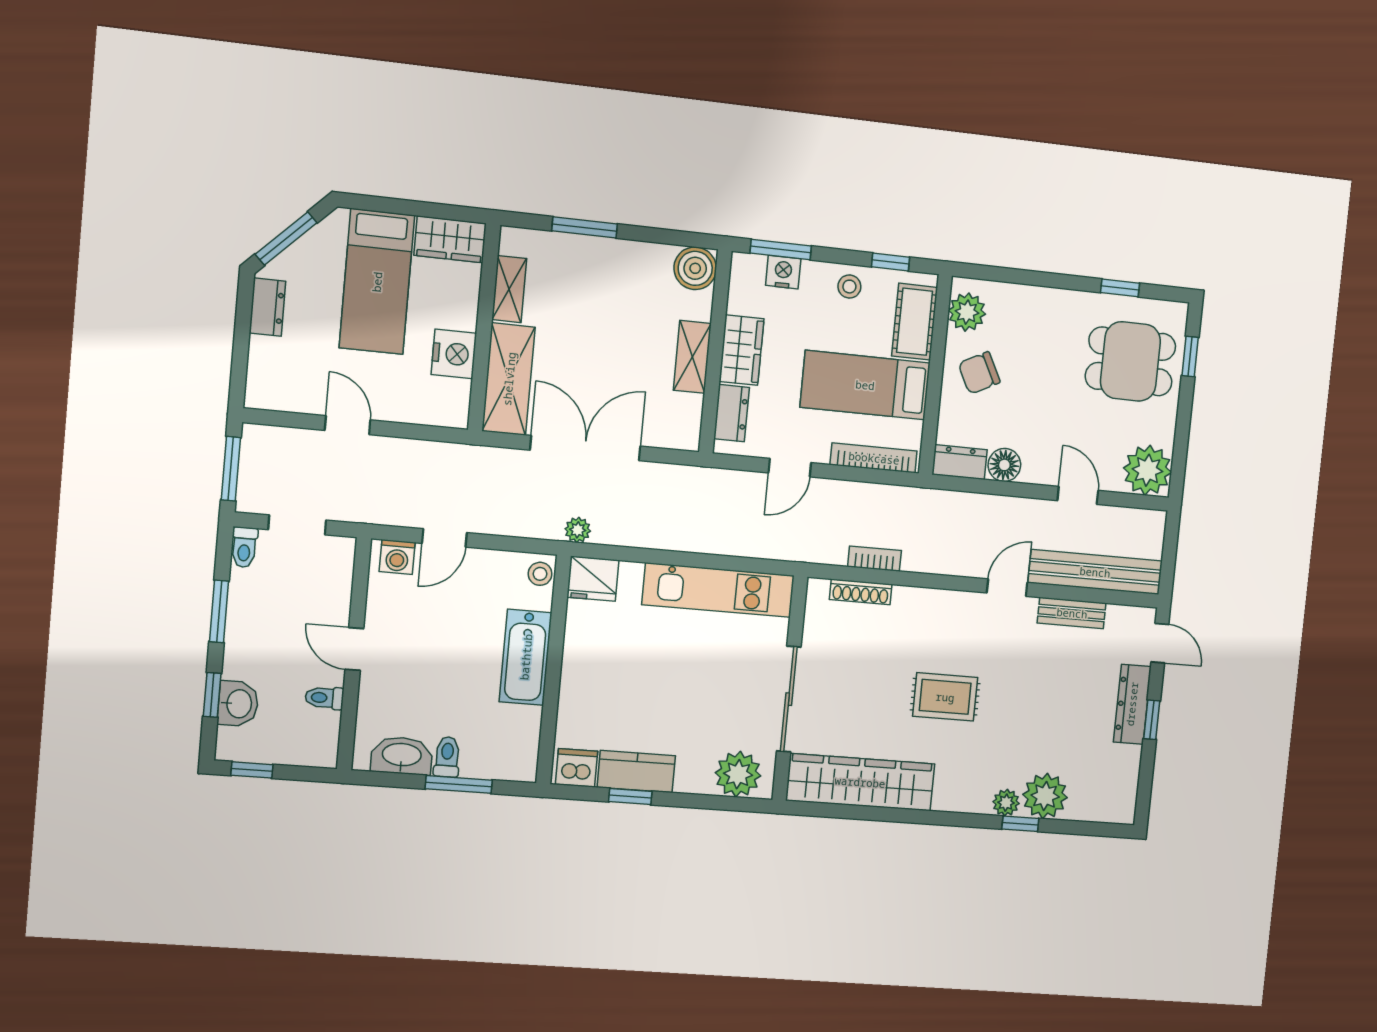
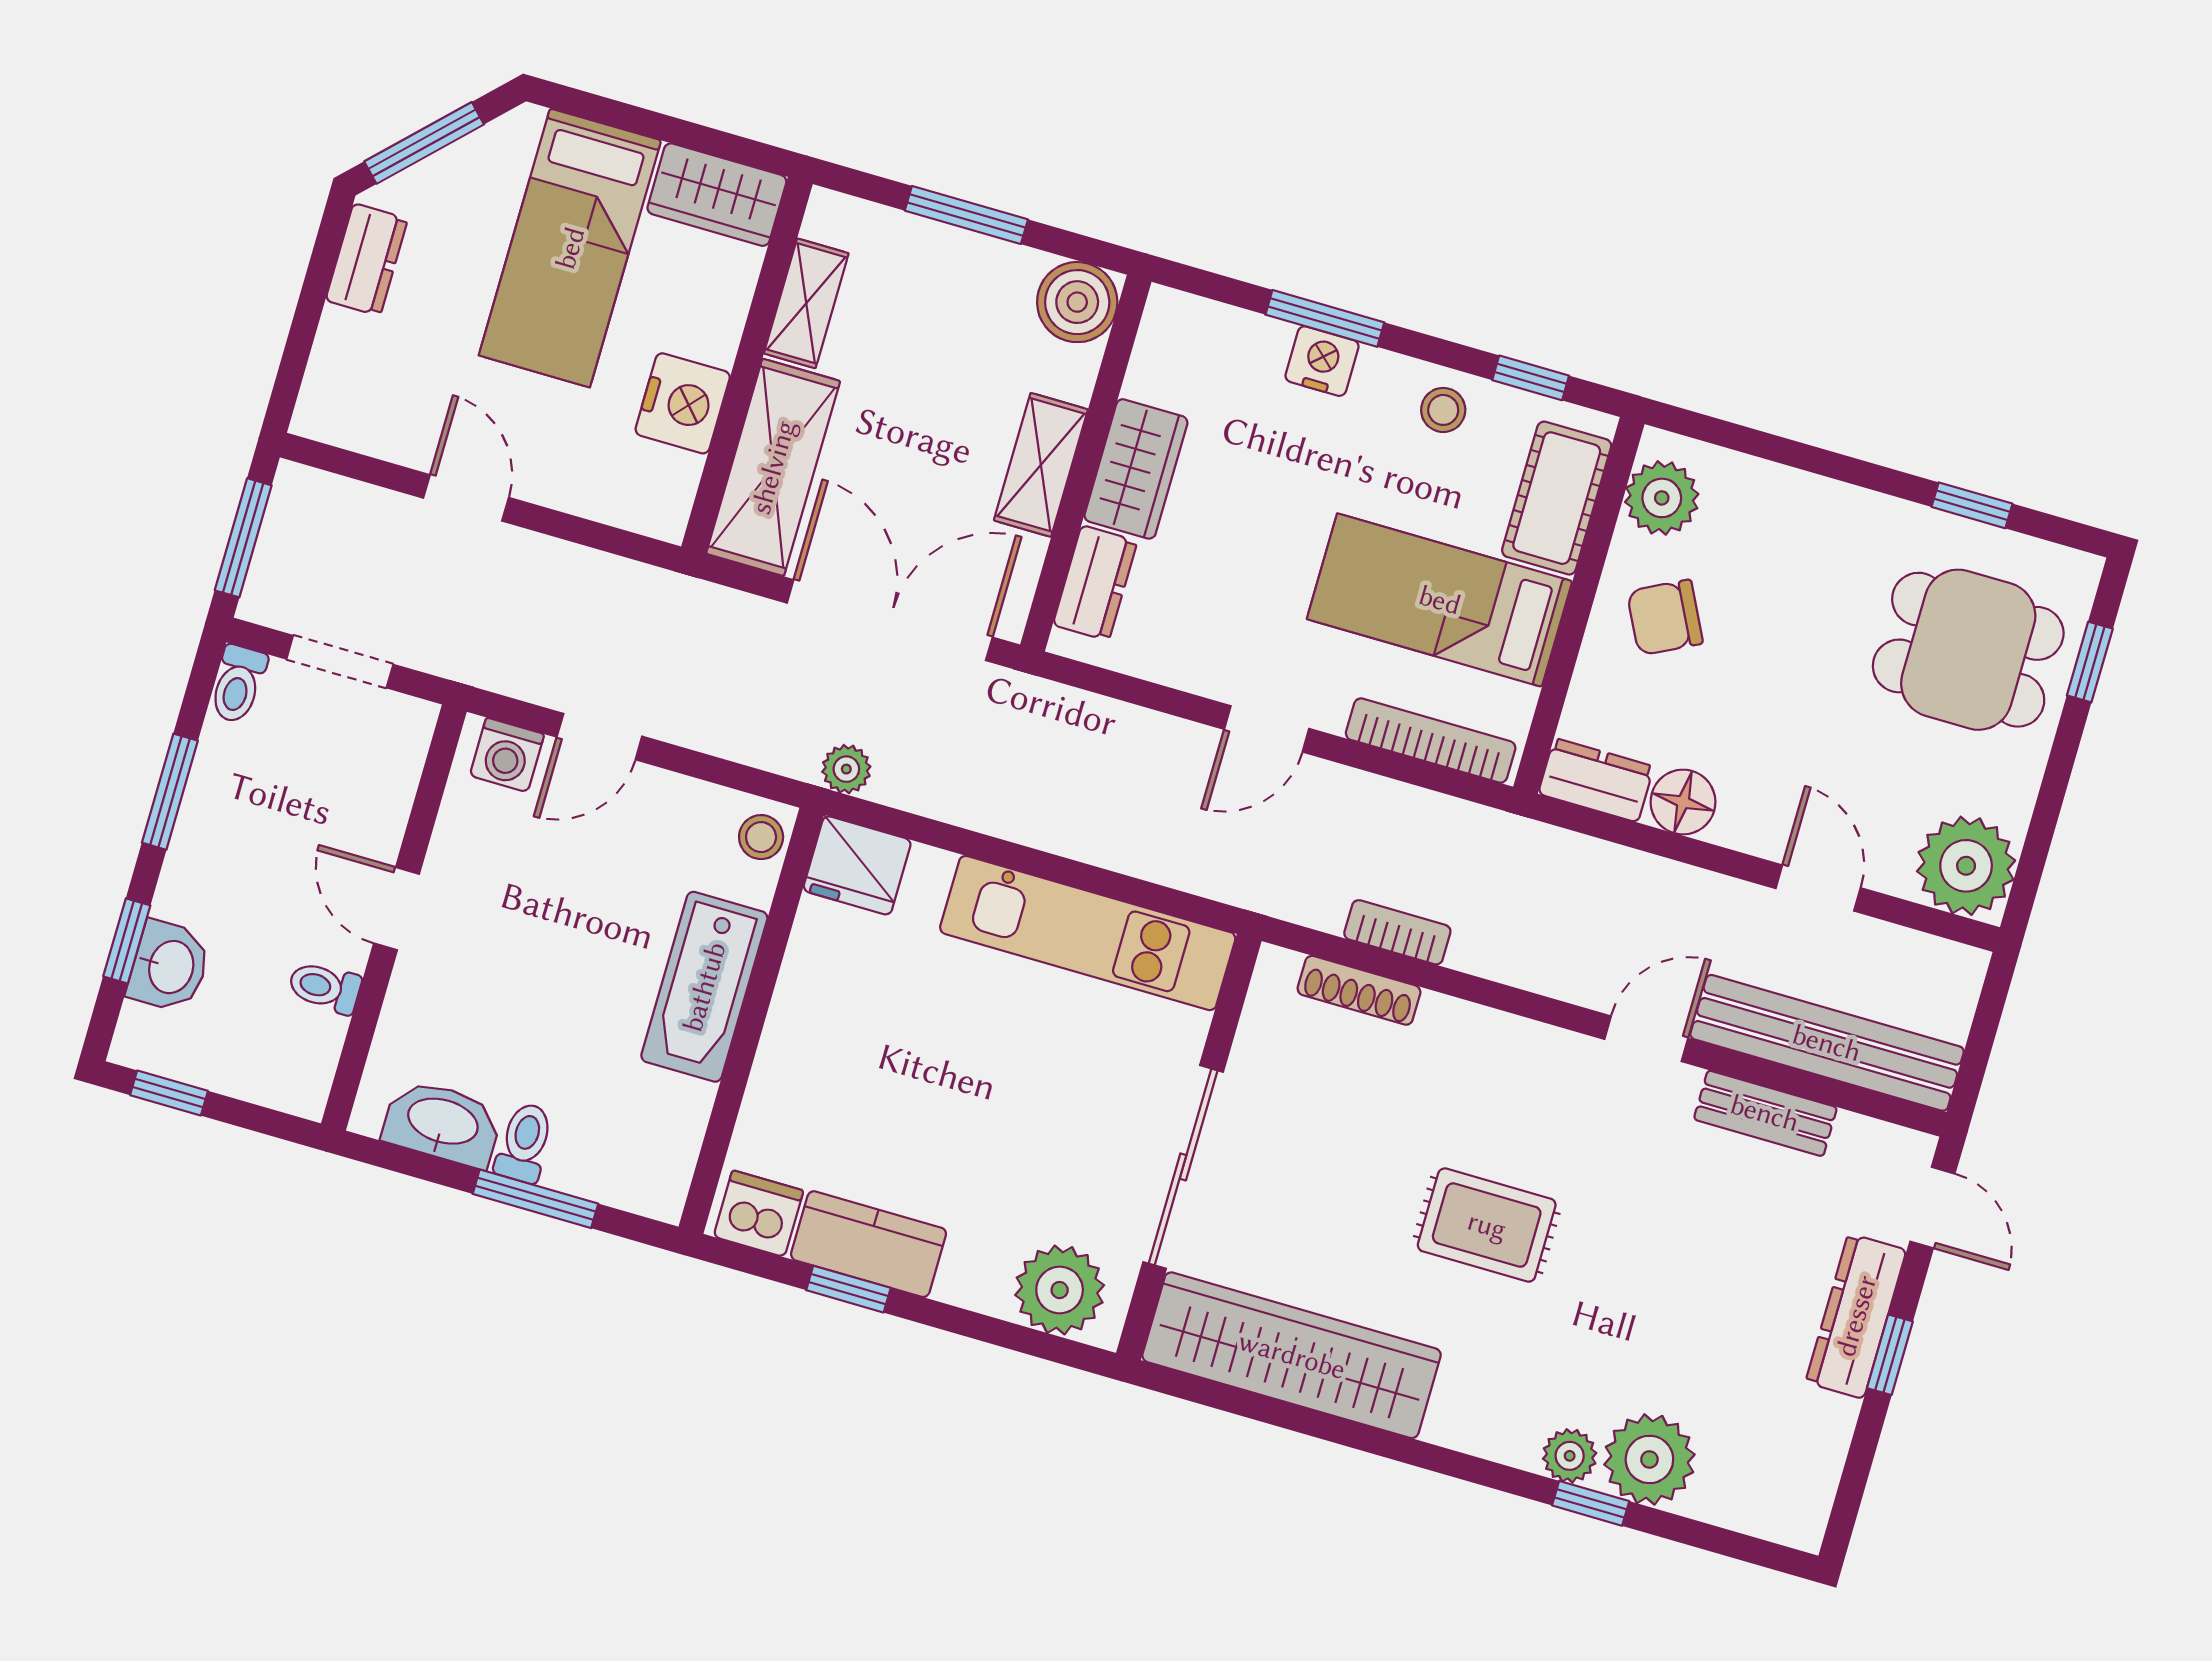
boiler: (695, 268) -> (1077, 302), moved
wardrobe: (742, 350) -> (1136, 469), moved
wall: (715, 352) -> (1086, 463), moved
shelving: (692, 357) -> (1041, 465), moved
dresser: (732, 413) -> (1095, 583), moved

